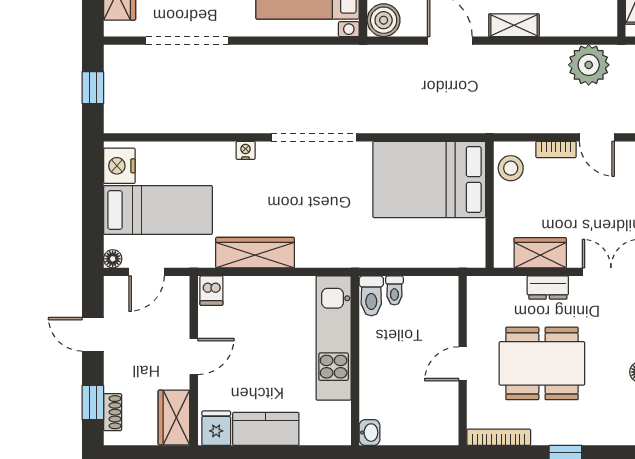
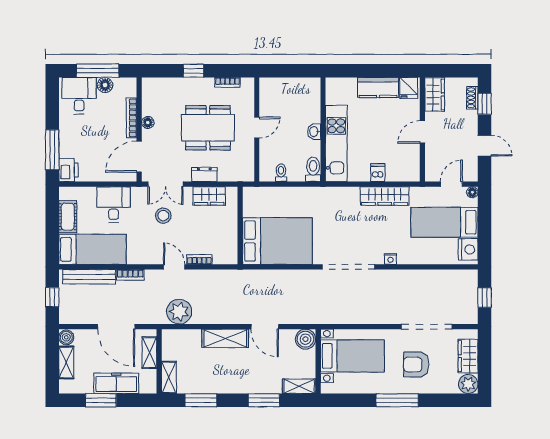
shelving: (514, 25) -> (225, 338), width x1.50, depth x1.33
stool: (511, 168) -> (163, 216), moved
toilet: (394, 290) -> (281, 173), moved
dishwasher: (211, 291) -> (378, 173), moved
washbasin: (370, 433) -> (314, 132), moved
bookcase: (499, 437) -> (228, 82), width x0.64

